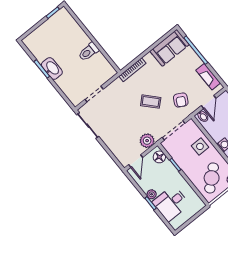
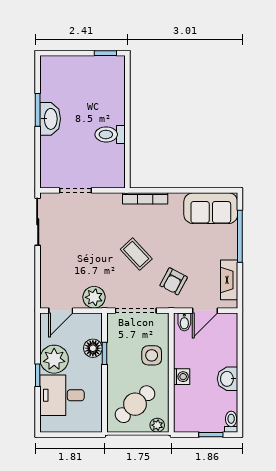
floor lamp: (159, 157) -> (93, 348), moved
plant: (152, 194) -> (54, 359), width x1.87, depth x1.87

